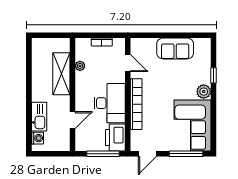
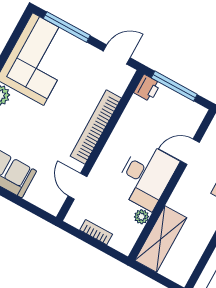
shelving: (61, 74) -> (161, 239), moved
desk: (110, 103) -> (146, 176), moved, turned 180
printer: (115, 138) -> (147, 88), width x0.53, depth x0.68

